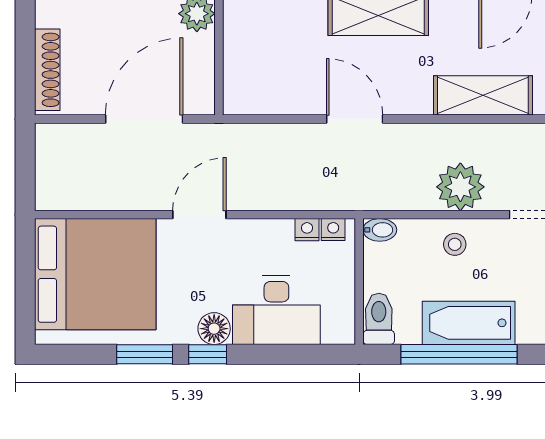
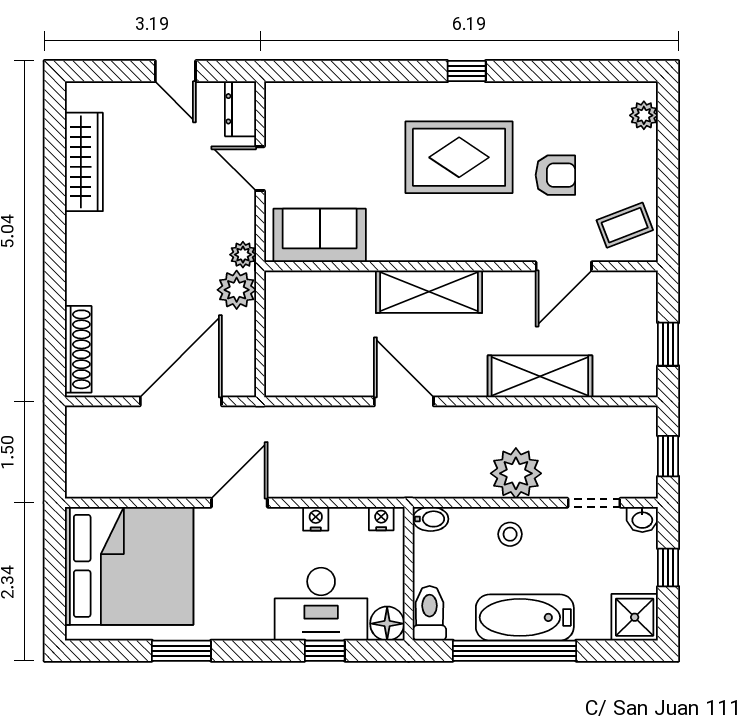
nightstand: (307, 230) -> (316, 519), moved
floor lamp: (214, 329) -> (387, 624), moved
window: (208, 354) -> (325, 651), moved

